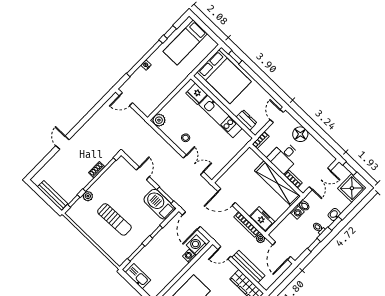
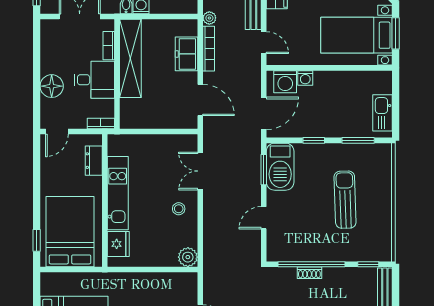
plant: (88, 196) -> (348, 254), removed
freezer: (262, 219) -> (186, 54), moved

